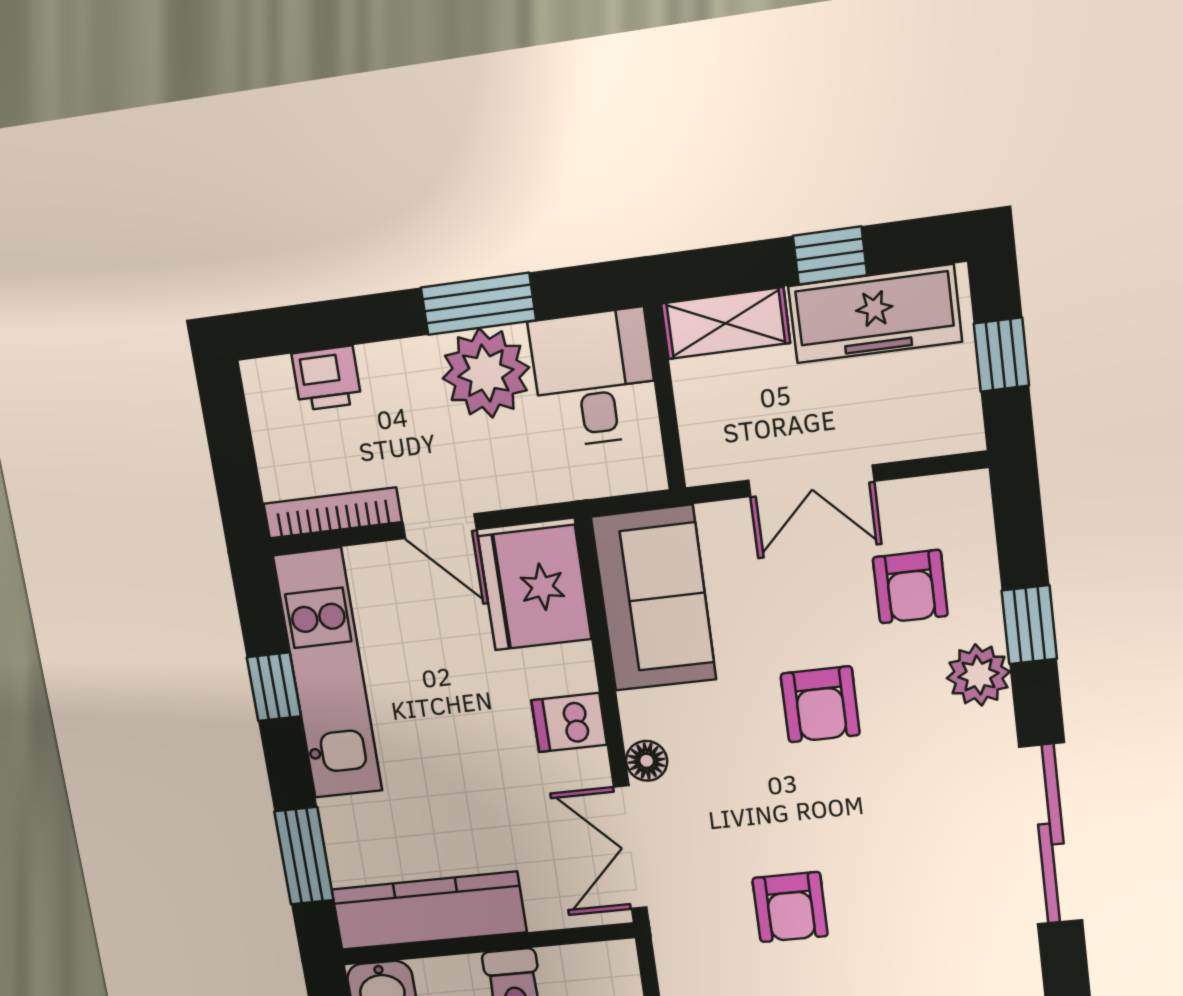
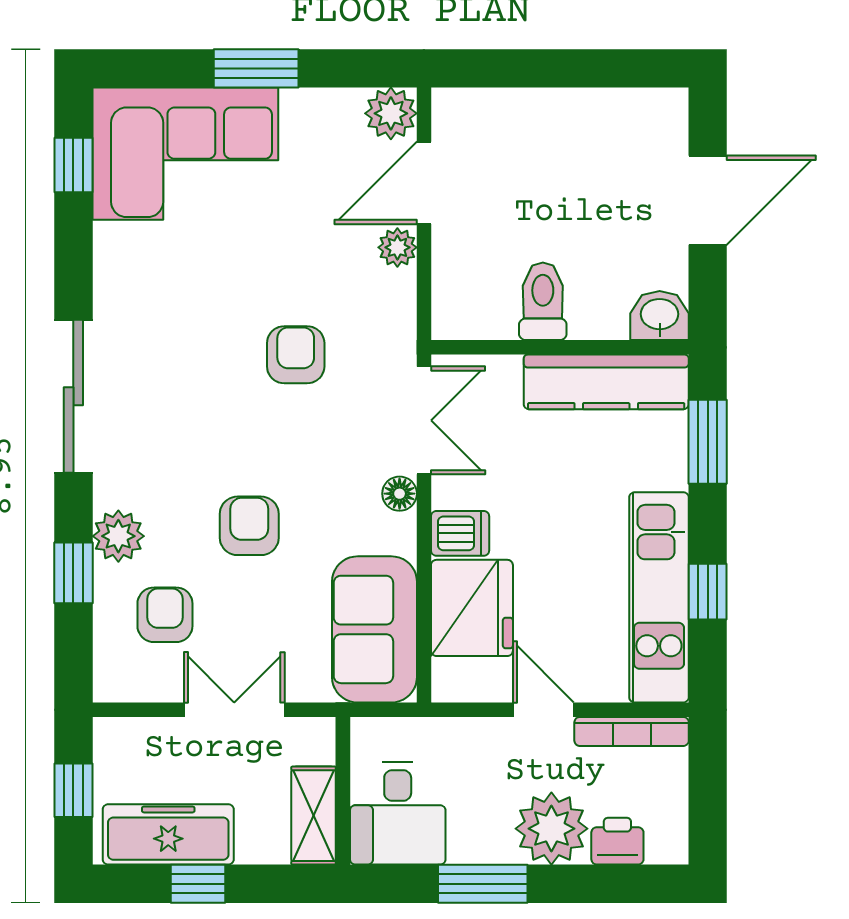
shelving: (726, 323) -> (314, 816), moved, turned 90
plant: (486, 373) -> (551, 829), moved
fridge: (535, 588) -> (472, 608), moved

